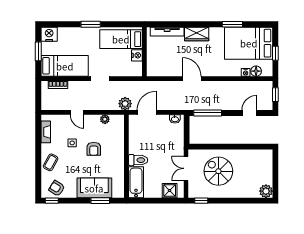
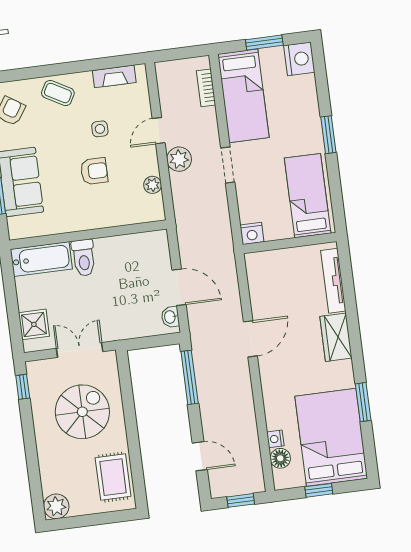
nightstand: (137, 55) -> (252, 233), moved
plant: (125, 104) -> (179, 159), moved
door: (147, 112) -> (179, 287), moved
armchair: (94, 149) -> (94, 171), turned 180
rug: (255, 160) -> (113, 477), added

